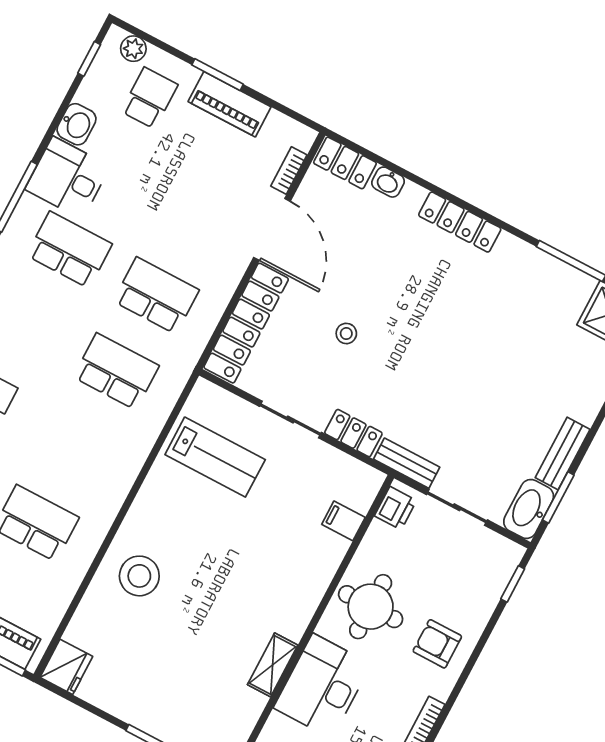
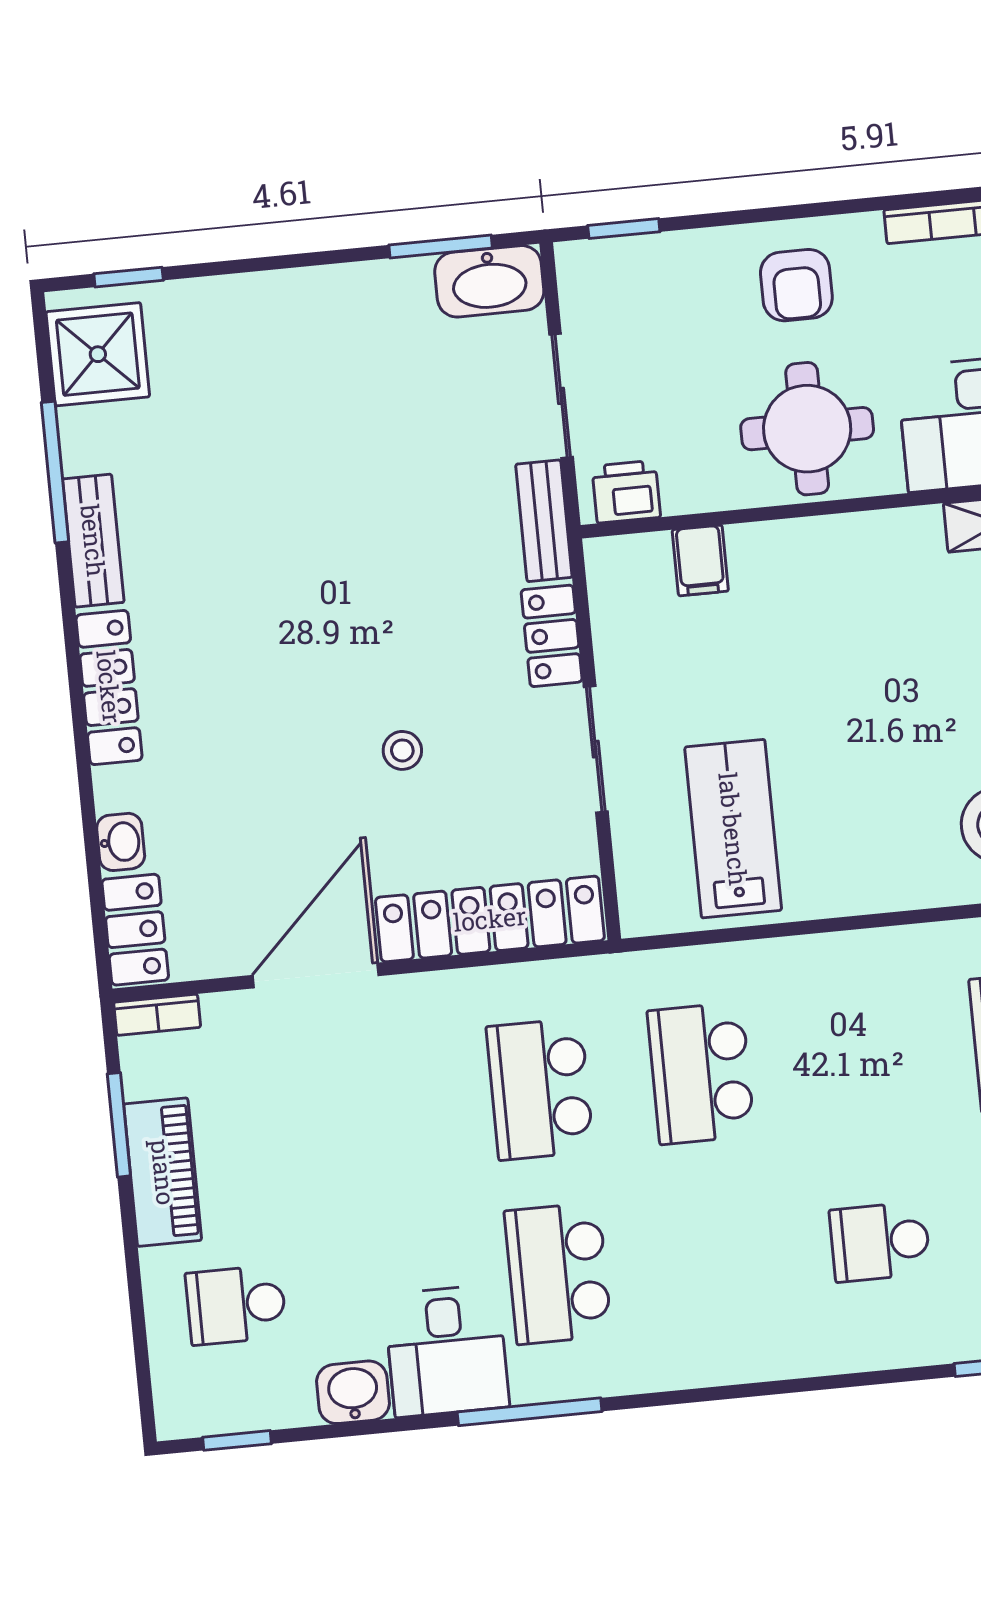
plant: (133, 49) -> (175, 1381), removed
window: (217, 75) -> (119, 1125), moved
bookcase: (289, 171) -> (157, 1015), moved
bench: (563, 453) -> (93, 541), moved, turned 90

